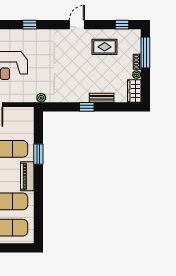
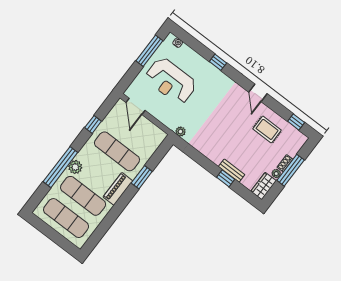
door: (77, 25) -> (258, 93), swing flipped
window: (145, 52) -> (291, 170), moved
window: (87, 107) -> (226, 178), moved

